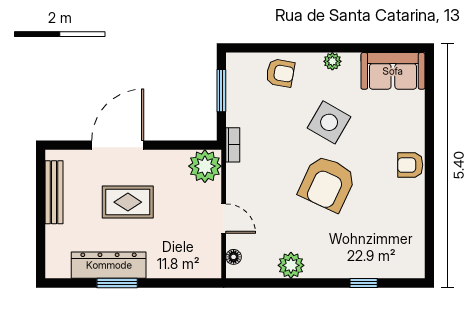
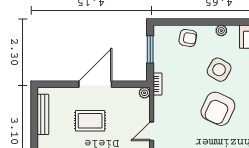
door: (118, 145) -> (95, 84), moved
plant: (205, 166) -> (144, 93), width x0.53, depth x0.53
door: (224, 219) -> (152, 131), swing flipped

